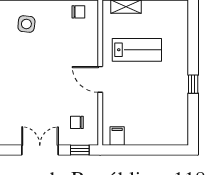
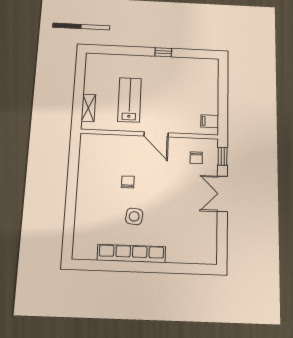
chair: (78, 12) -> (128, 182), moved
side table: (26, 24) -> (134, 216), moved
door: (100, 79) -> (156, 134), hinge flipped

